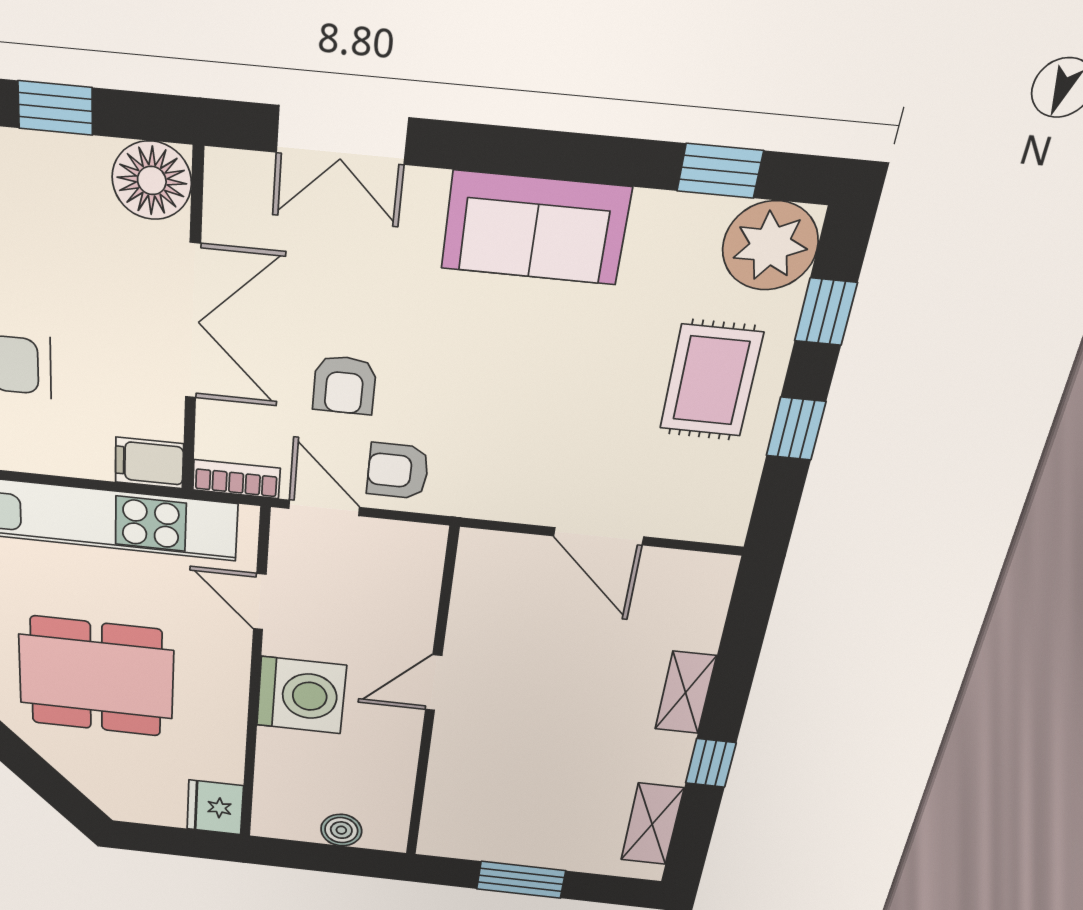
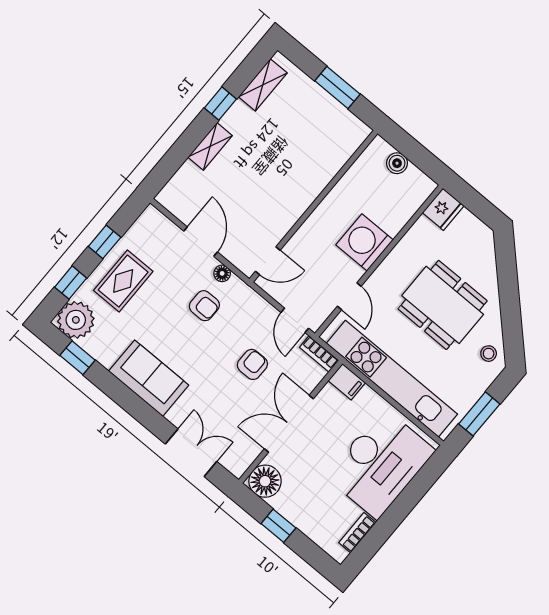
armchair: (398, 471) -> (204, 306), moved
floor lamp: (519, 507) -> (222, 273), added
door: (434, 683) -> (268, 261), moved

